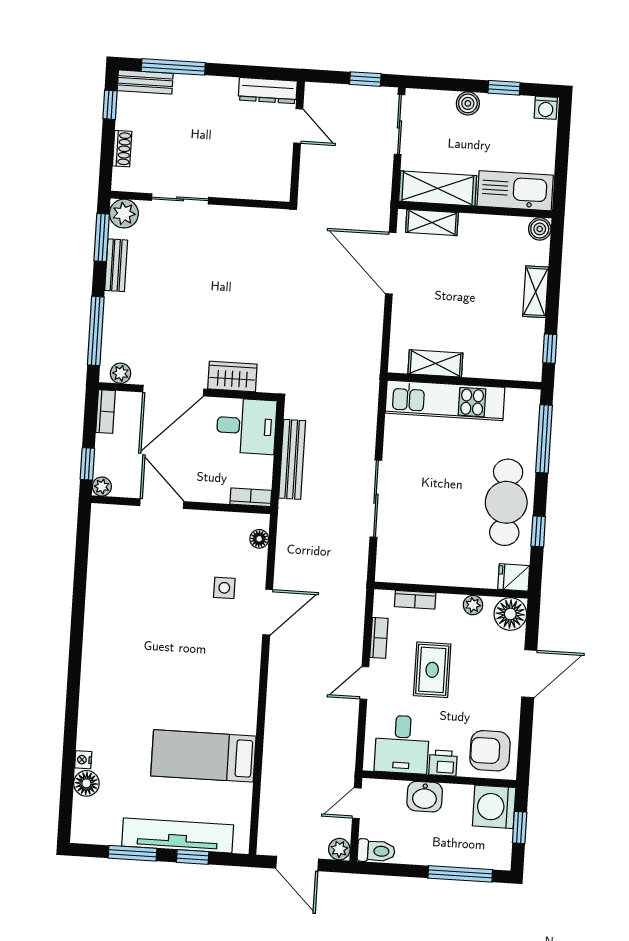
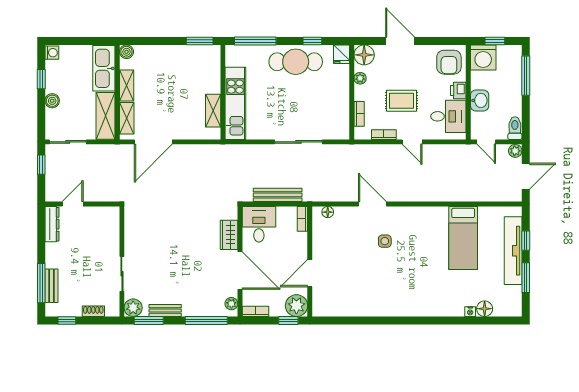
bench: (145, 82) -> (51, 286), moved
shelving: (536, 292) -> (127, 85), moved, turned 90
window: (550, 349) -> (200, 41), width x1.50
plant: (102, 487) -> (296, 306), width x1.88, depth x1.88
side table: (224, 588) -> (385, 241), moved

